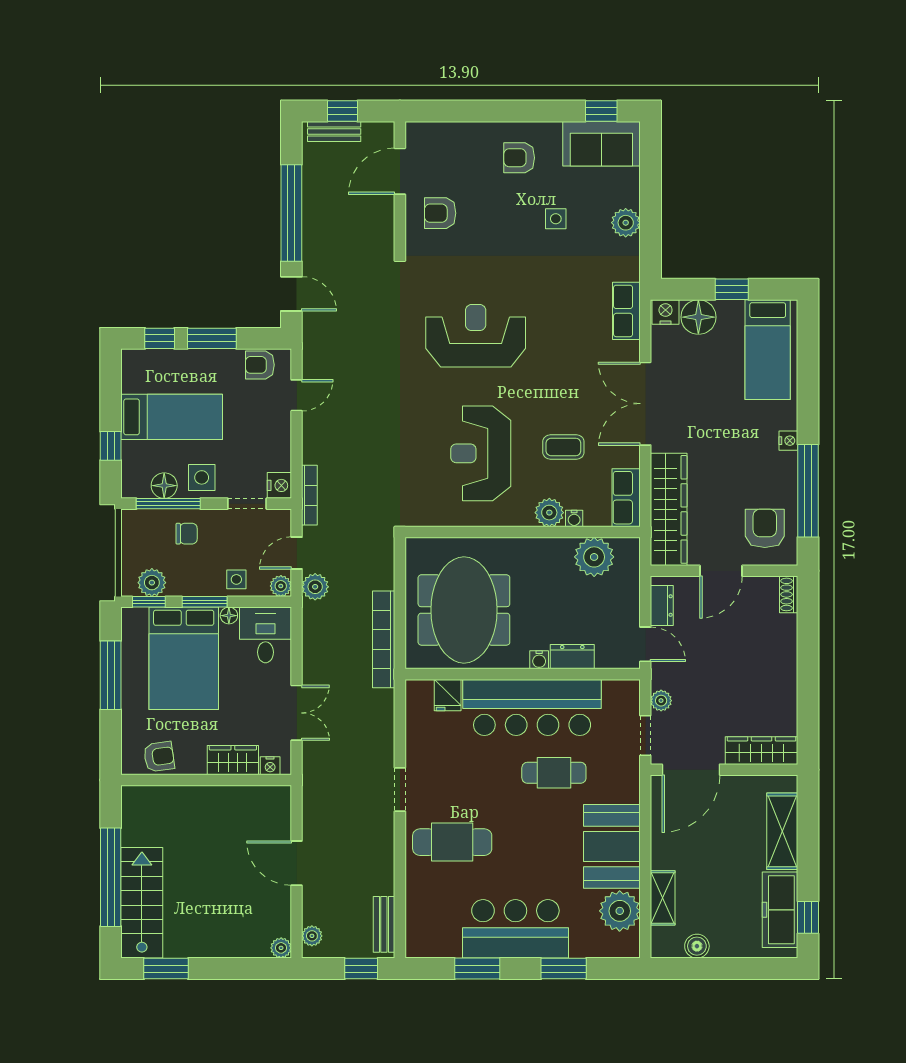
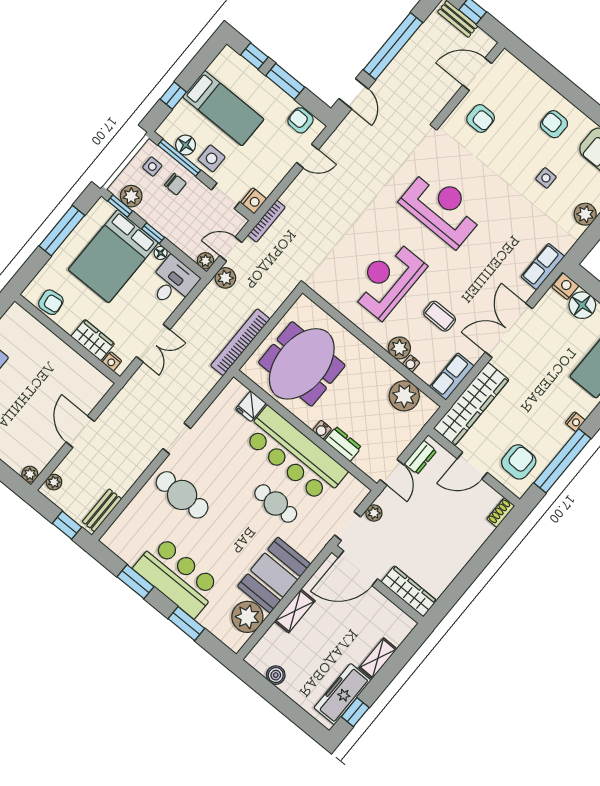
armchair: (440, 213) -> (481, 118), turned 180
side table: (236, 579) -> (152, 167), moved
window: (205, 602) -> (153, 233), width x0.67
shelving: (782, 831) -> (378, 658), width x0.67, depth x0.75
shelving: (663, 898) -> (295, 611), moved

